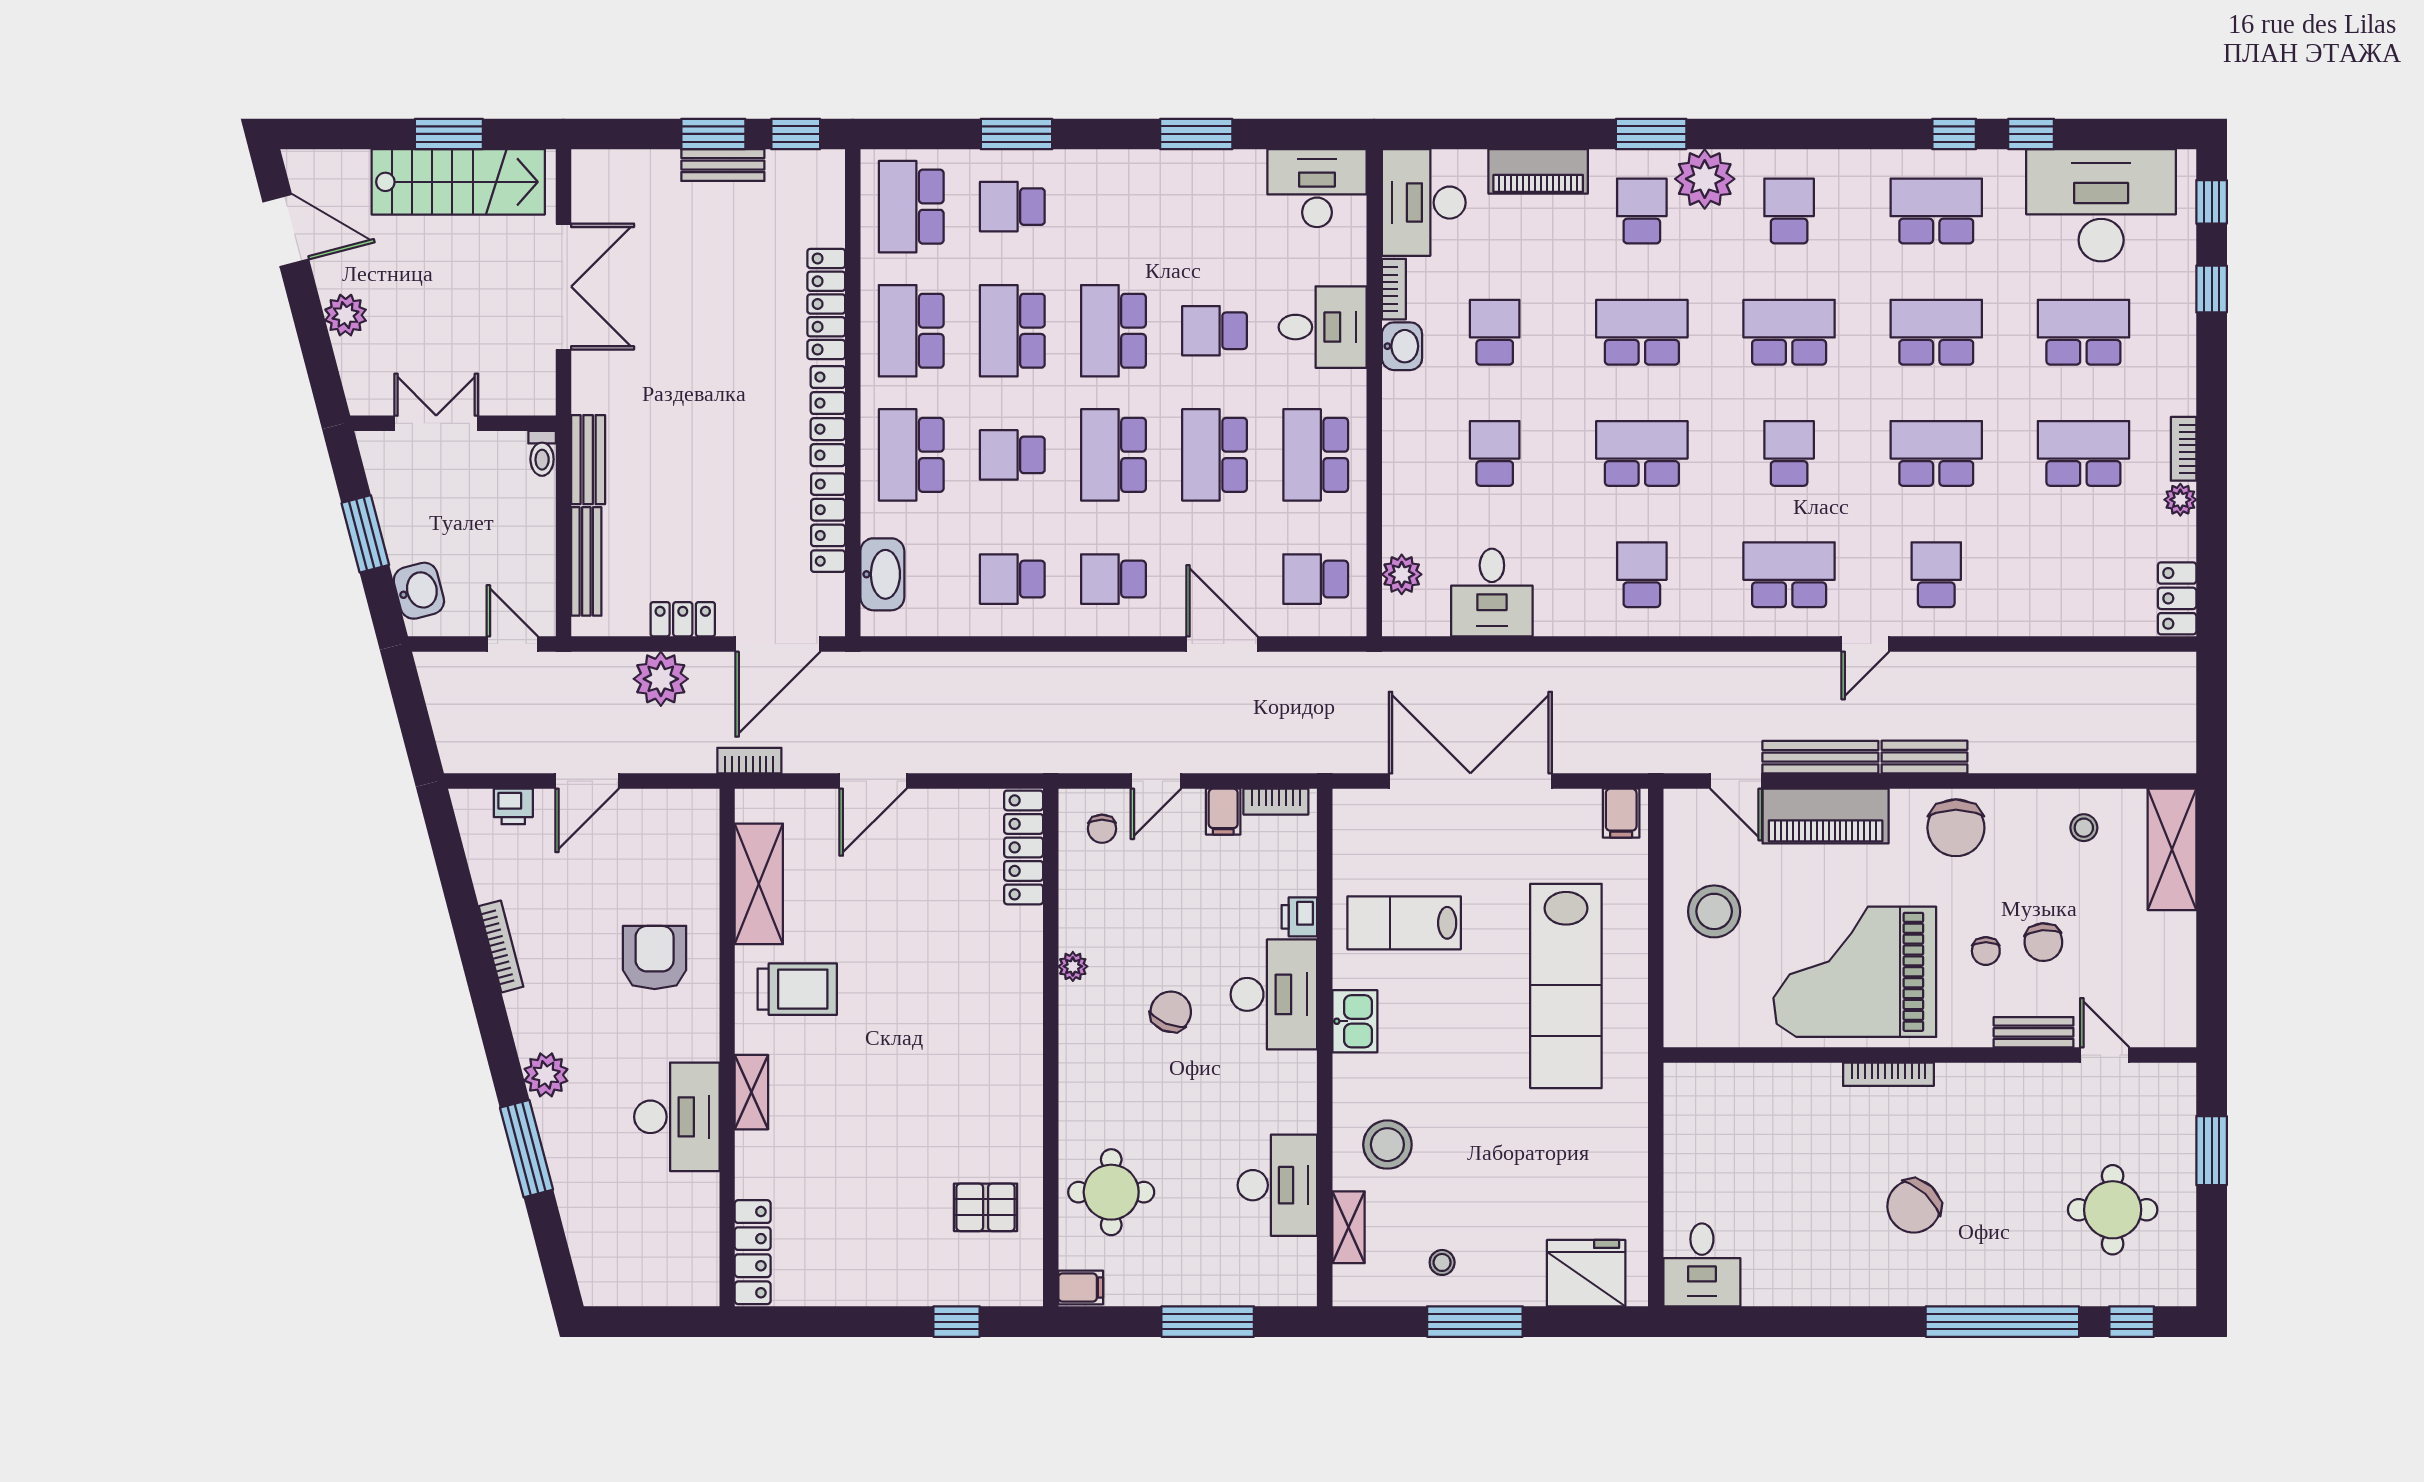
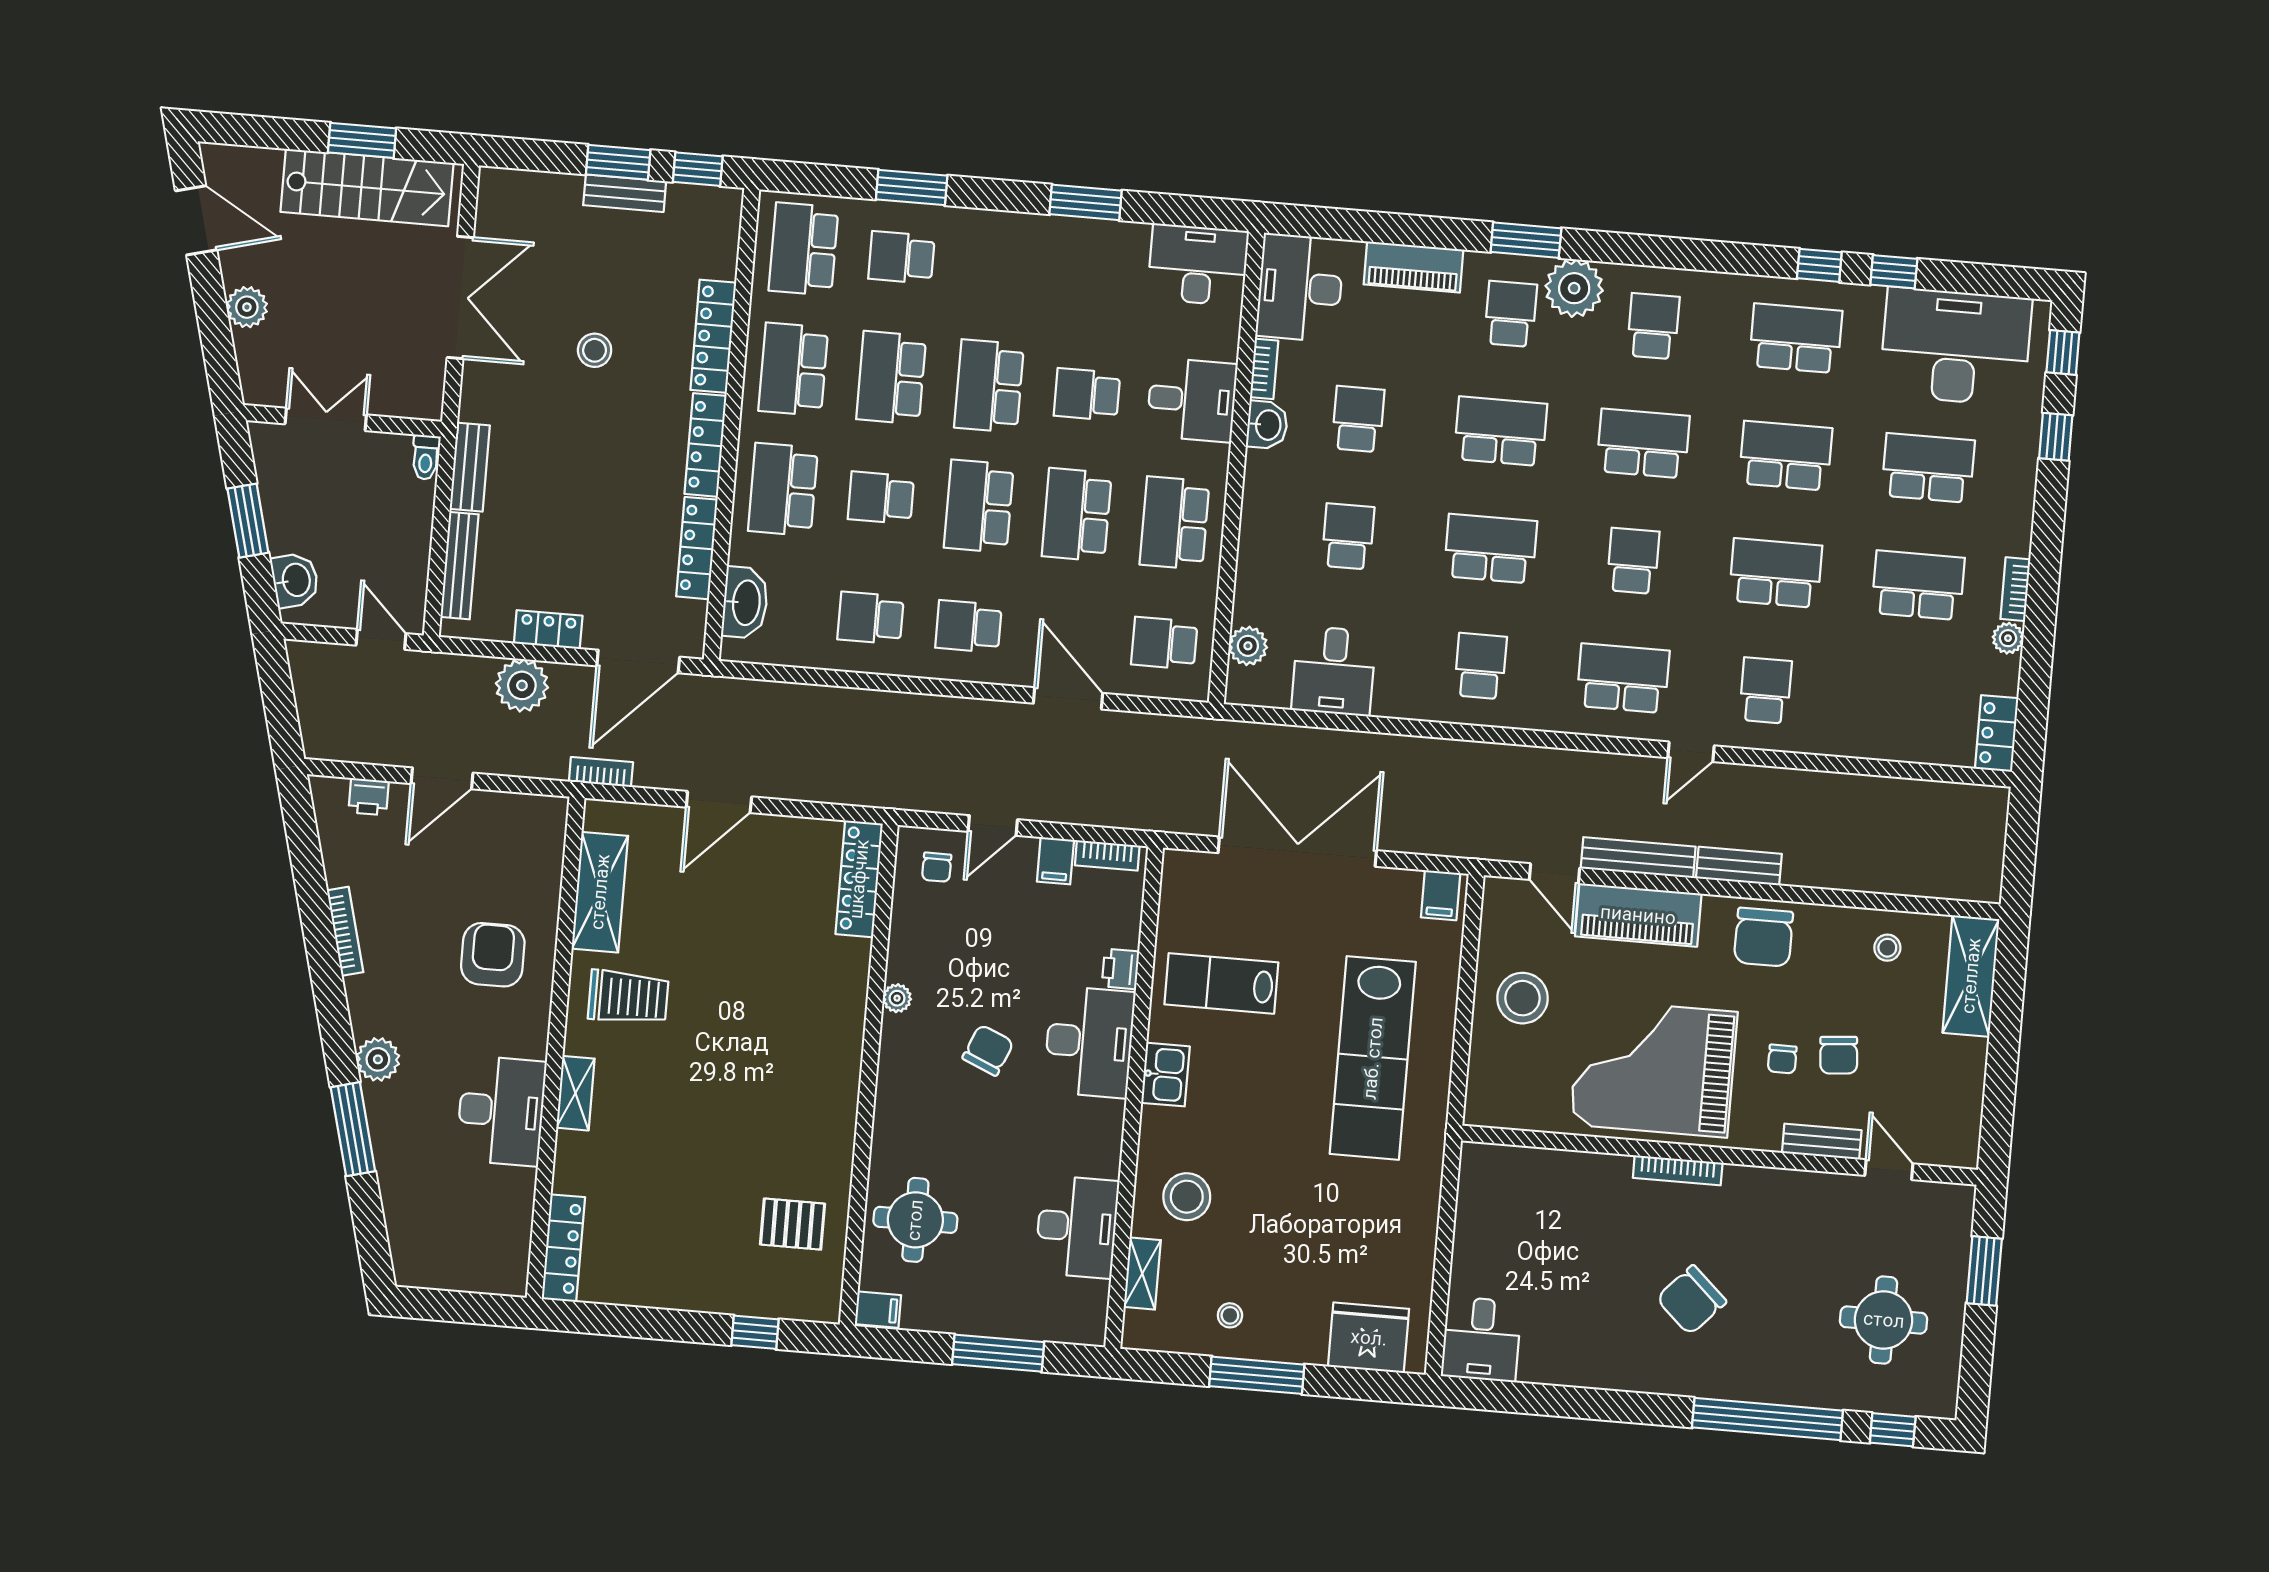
stool: (706, 329) -> (595, 350), added

